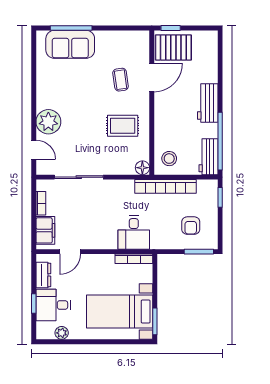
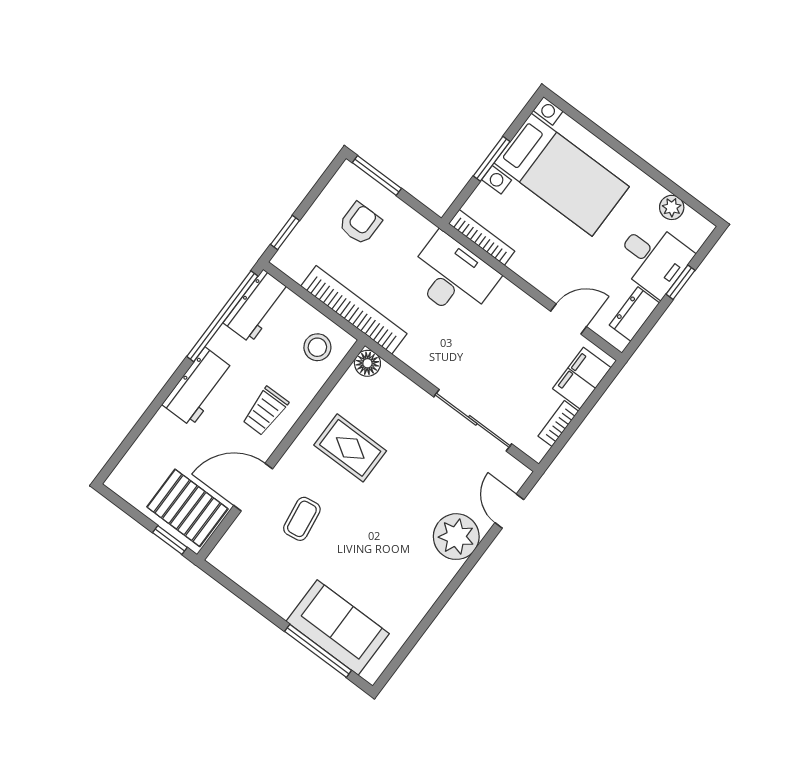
trolley: (171, 114) -> (265, 411), added
desk: (134, 233) -> (453, 276), width x1.37
window: (155, 321) -> (492, 159), moved

